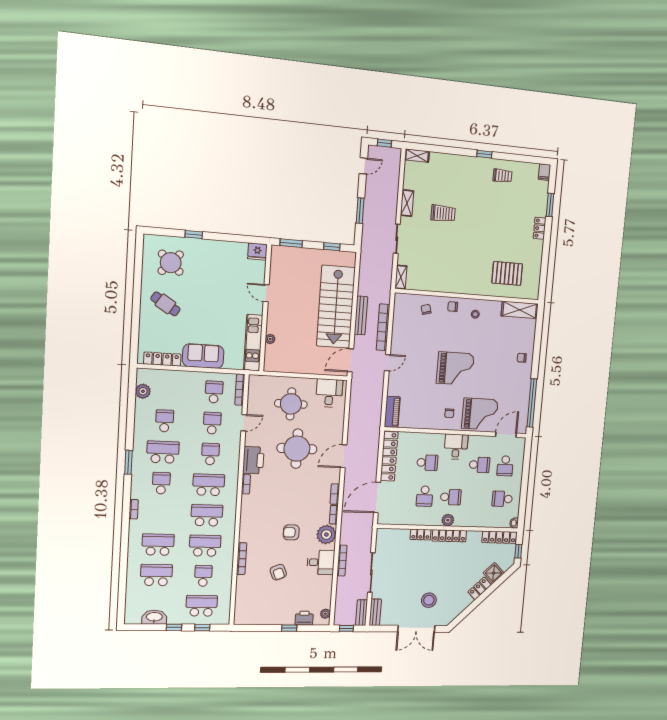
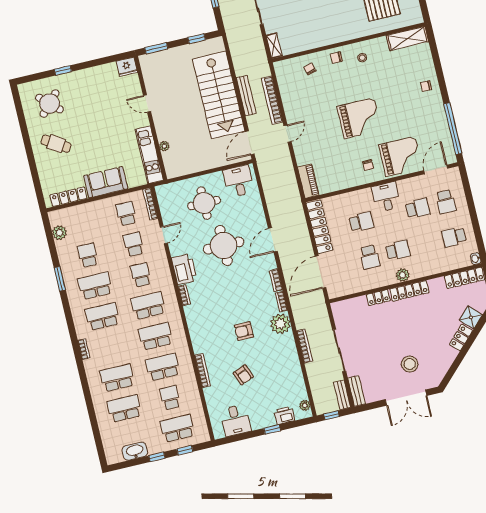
window: (128, 462) -> (60, 279), moved
school desk: (161, 483) -> (102, 316), width x1.85
desk: (321, 562) -> (235, 420), moved, turned 90

